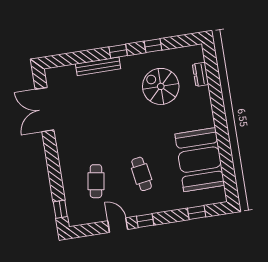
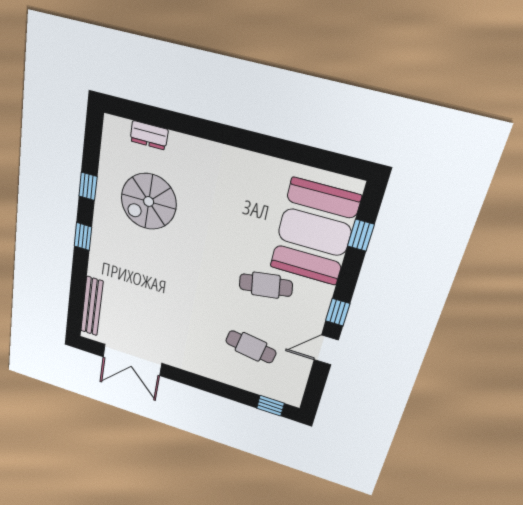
bench: (98, 66) -> (92, 306), moved
booth: (200, 160) -> (314, 232), moved, turned 90

